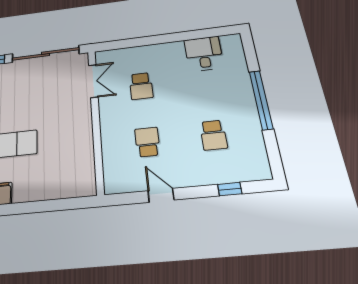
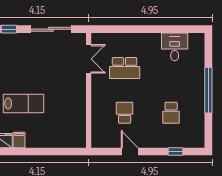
sliding door: (46, 54) -> (51, 29), width x0.73
school desk: (141, 86) -> (125, 68), width x1.85

